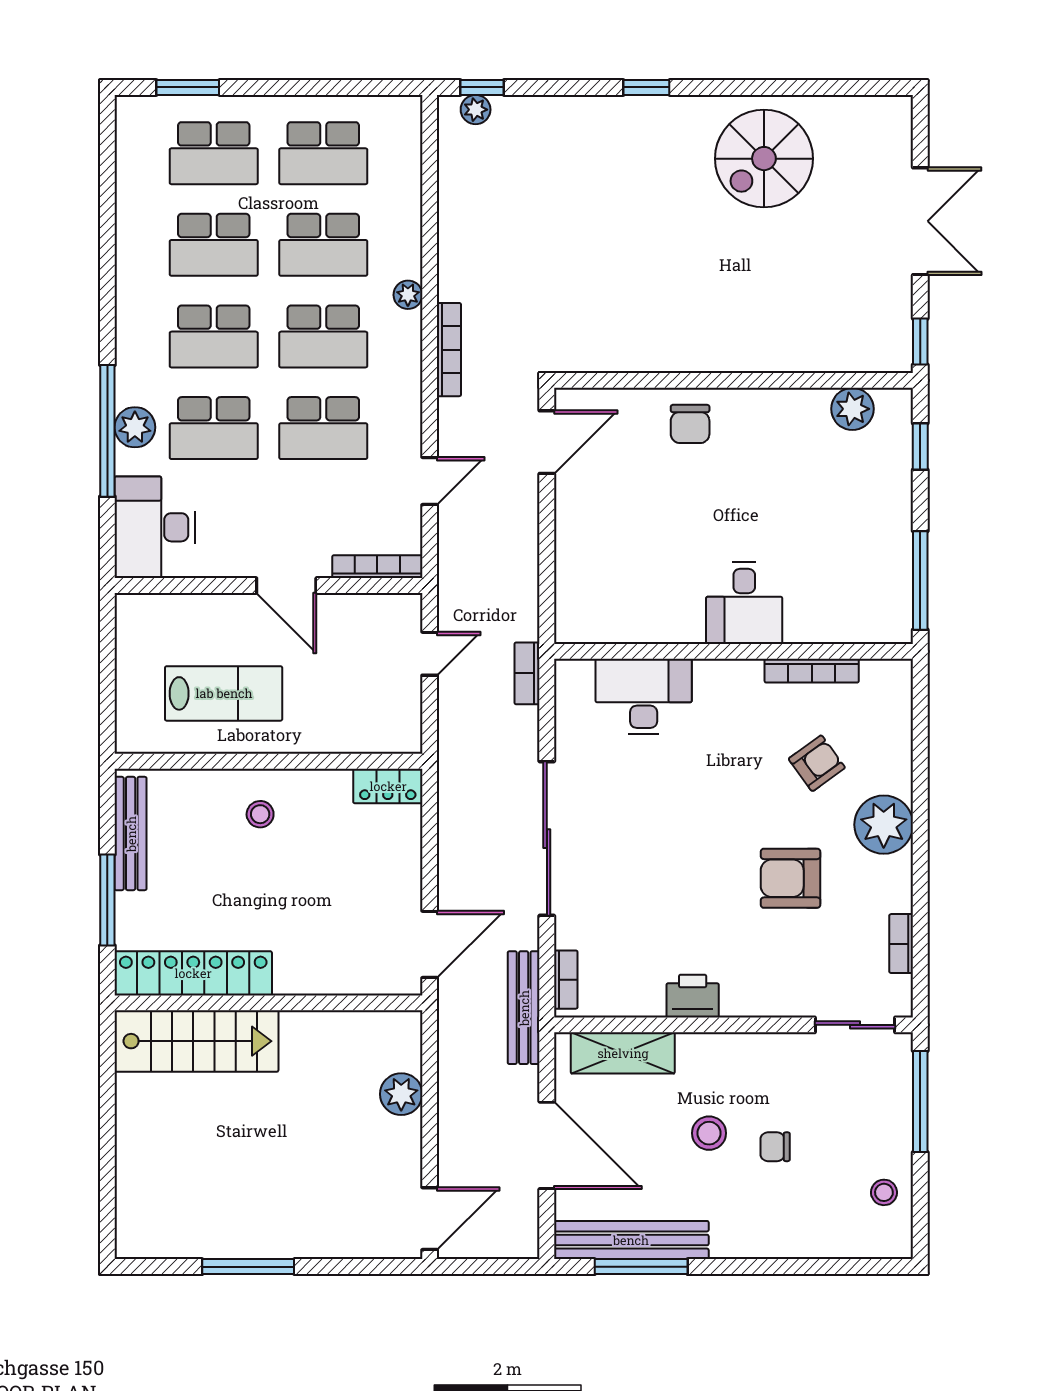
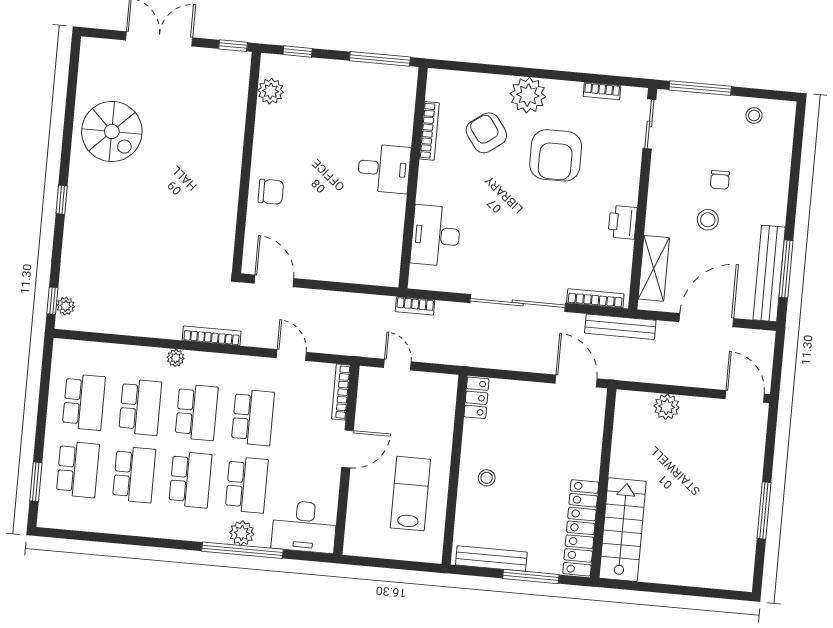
armchair: (817, 763) -> (486, 133), width x1.38, depth x1.38
armchair: (791, 878) -> (556, 155), width x1.36, depth x1.36
bookcase: (566, 980) -> (595, 298), width x1.56

